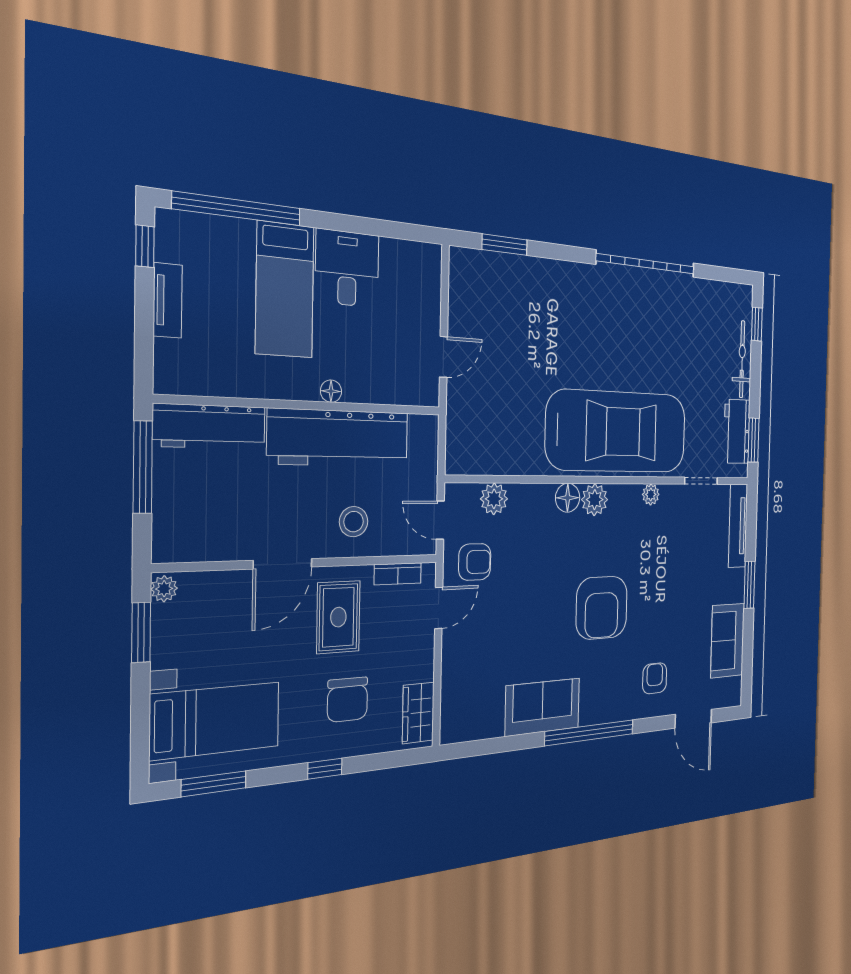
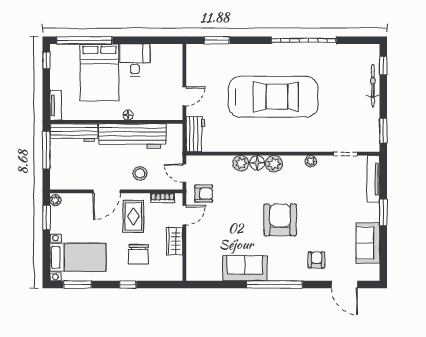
bed: (285, 290) -> (99, 72), width x1.50
tv unit: (168, 300) -> (56, 105), moved
workbench: (737, 431) -> (195, 134), moved, turned 180
car: (617, 432) -> (273, 97), moved
plant: (494, 499) -> (241, 163), moved
armchair: (602, 608) -> (280, 220), turned 180
wardrobe: (418, 713) -> (175, 241), moved

